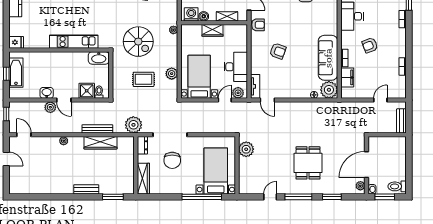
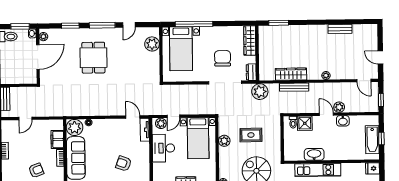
washbasin: (99, 58) -> (314, 154), moved
plant: (246, 149) -> (152, 44), moved
bench: (86, 189) -> (340, 29), moved

